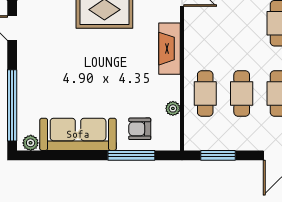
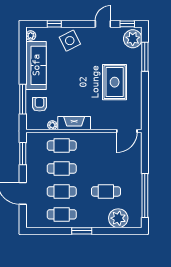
fireplace: (170, 49) -> (74, 123), moved
side table: (39, 81) -> (70, 41), added
window: (12, 105) -> (54, 24), width x0.32

